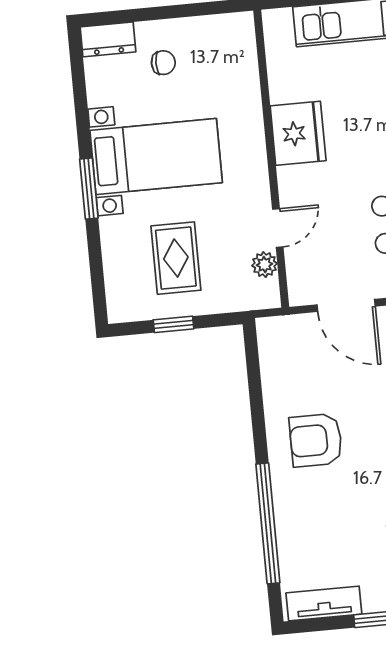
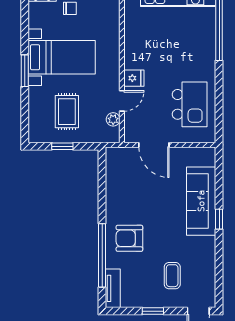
fridge: (298, 133) -> (134, 78), moved, width x0.53, depth x0.75
armchair: (316, 440) -> (129, 238), moved
tv unit: (324, 604) -> (113, 288), moved, turned 90

